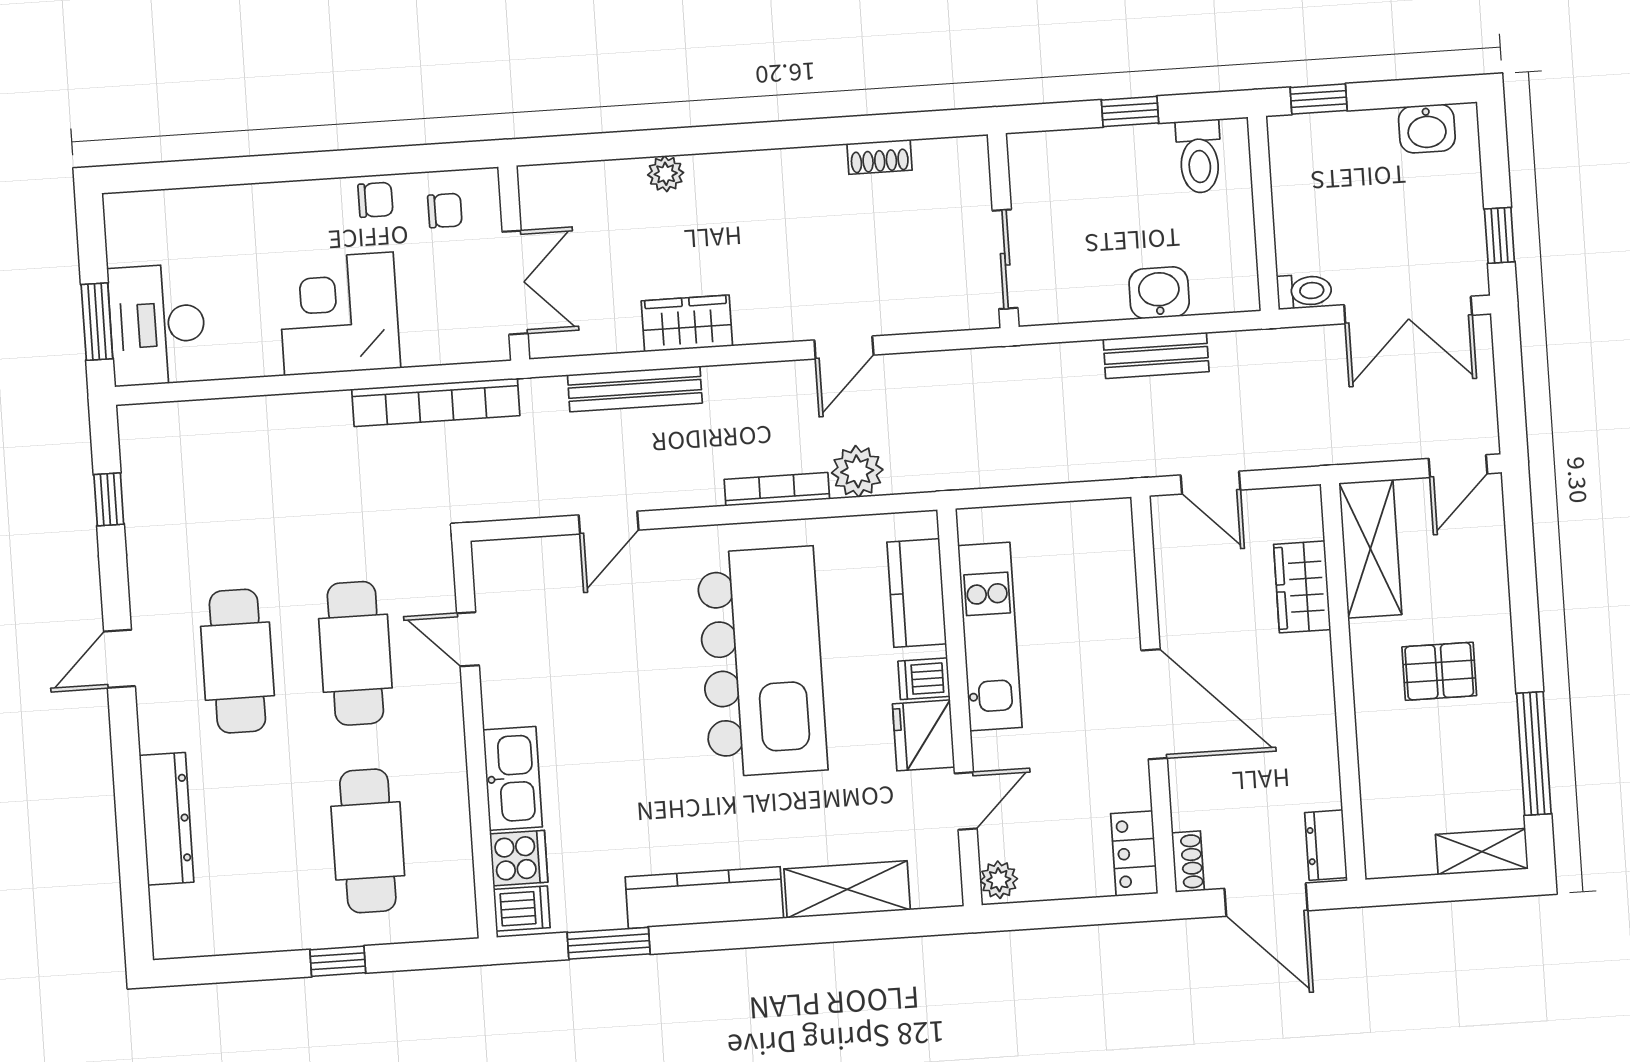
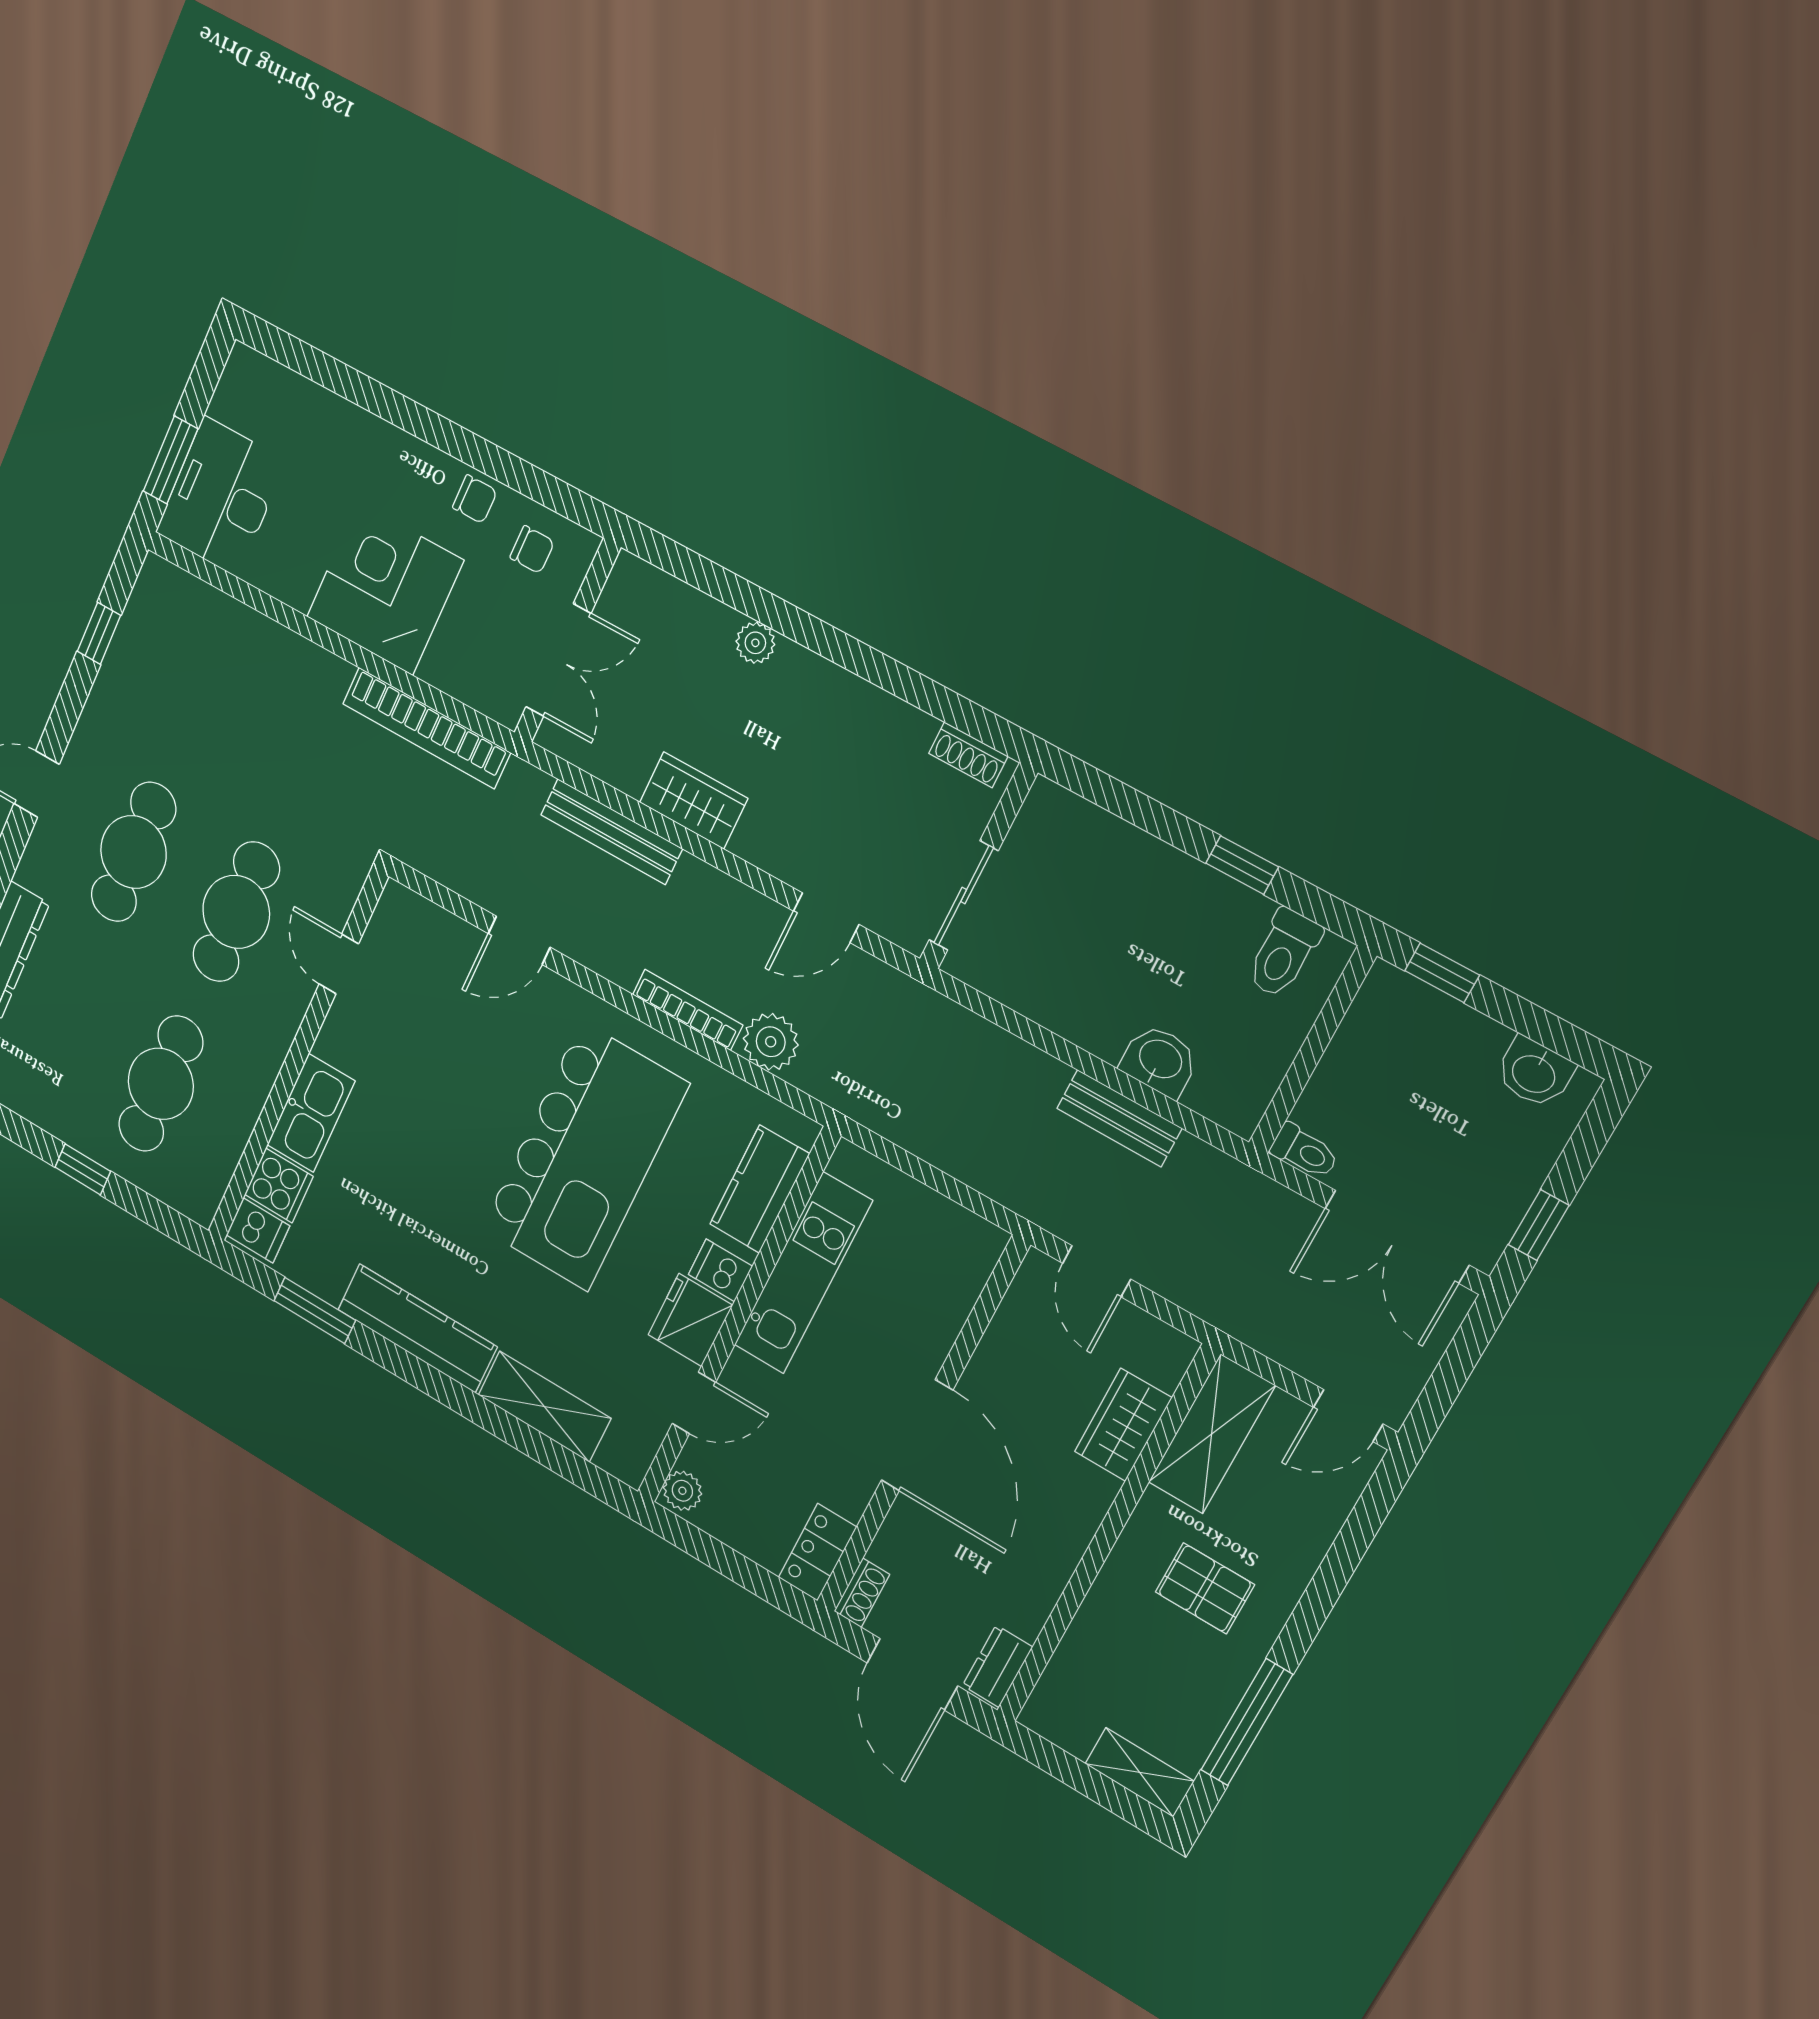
wall: (1003, 231) -> (978, 867), moved
sliding door: (1005, 259) -> (964, 895), moved

